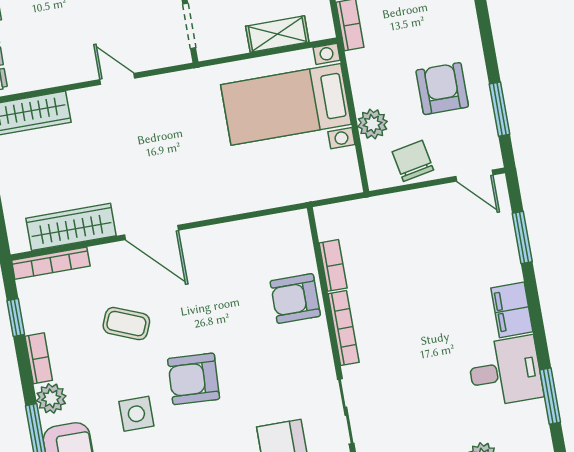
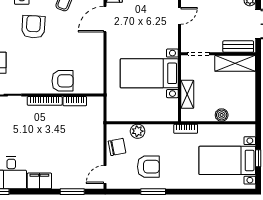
bed with nightstands: (286, 104) -> (149, 73), moved, turned -90
window: (500, 109) -> (153, 192), moved
armchair: (295, 299) -> (62, 81), turned 90

